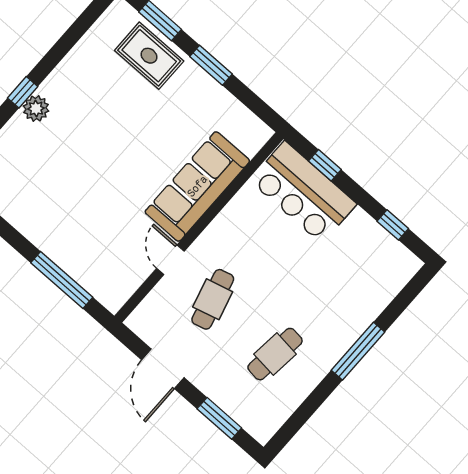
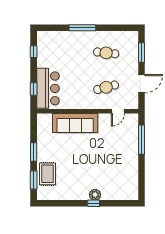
door: (170, 260) -> (118, 111), moved

